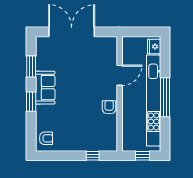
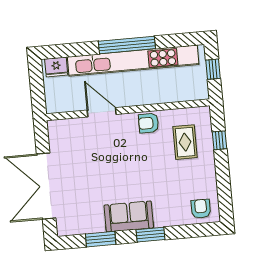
rug: (94, 132) -> (185, 142), added

